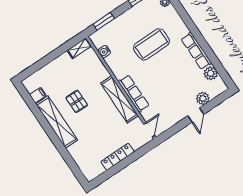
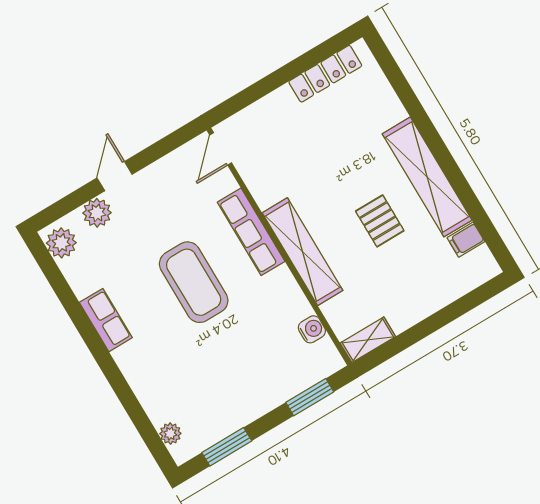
coffee table: (151, 44) -> (194, 282), moved, turned 90
row of seats: (196, 51) -> (106, 320), width x0.68
plant: (211, 73) -> (61, 243), moved
shelving: (119, 99) -> (302, 252), moved
locker: (118, 157) -> (325, 74), moved

